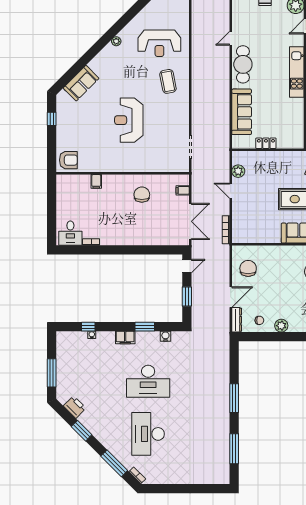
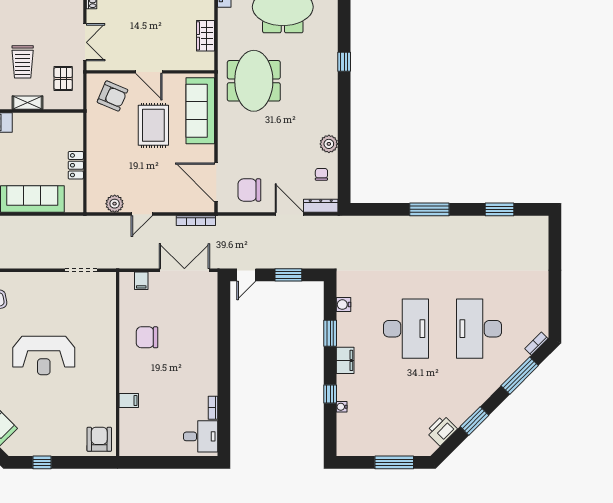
door: (254, 244) -> (216, 182), added
door: (187, 266) -> (246, 275), swing flipped
window: (88, 327) -> (330, 394), moved
desk: (148, 434) -> (479, 329), turned 90
window: (234, 449) -> (500, 209), width x0.69

